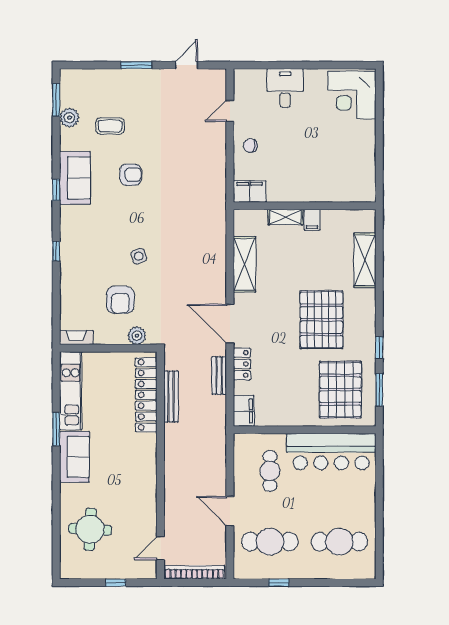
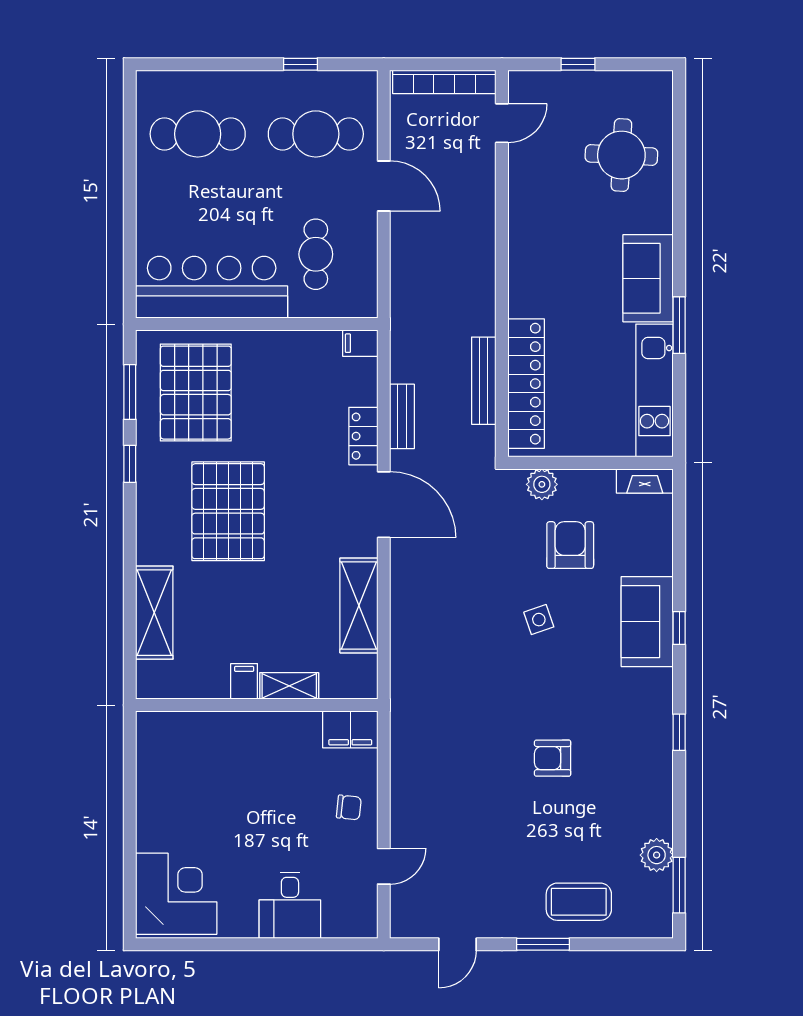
coffee table: (110, 126) -> (579, 902), moved, width x1.36, depth x1.30
sofa: (75, 178) -> (647, 622), moved
filing cabinet: (244, 411) -> (360, 343), width x0.50

